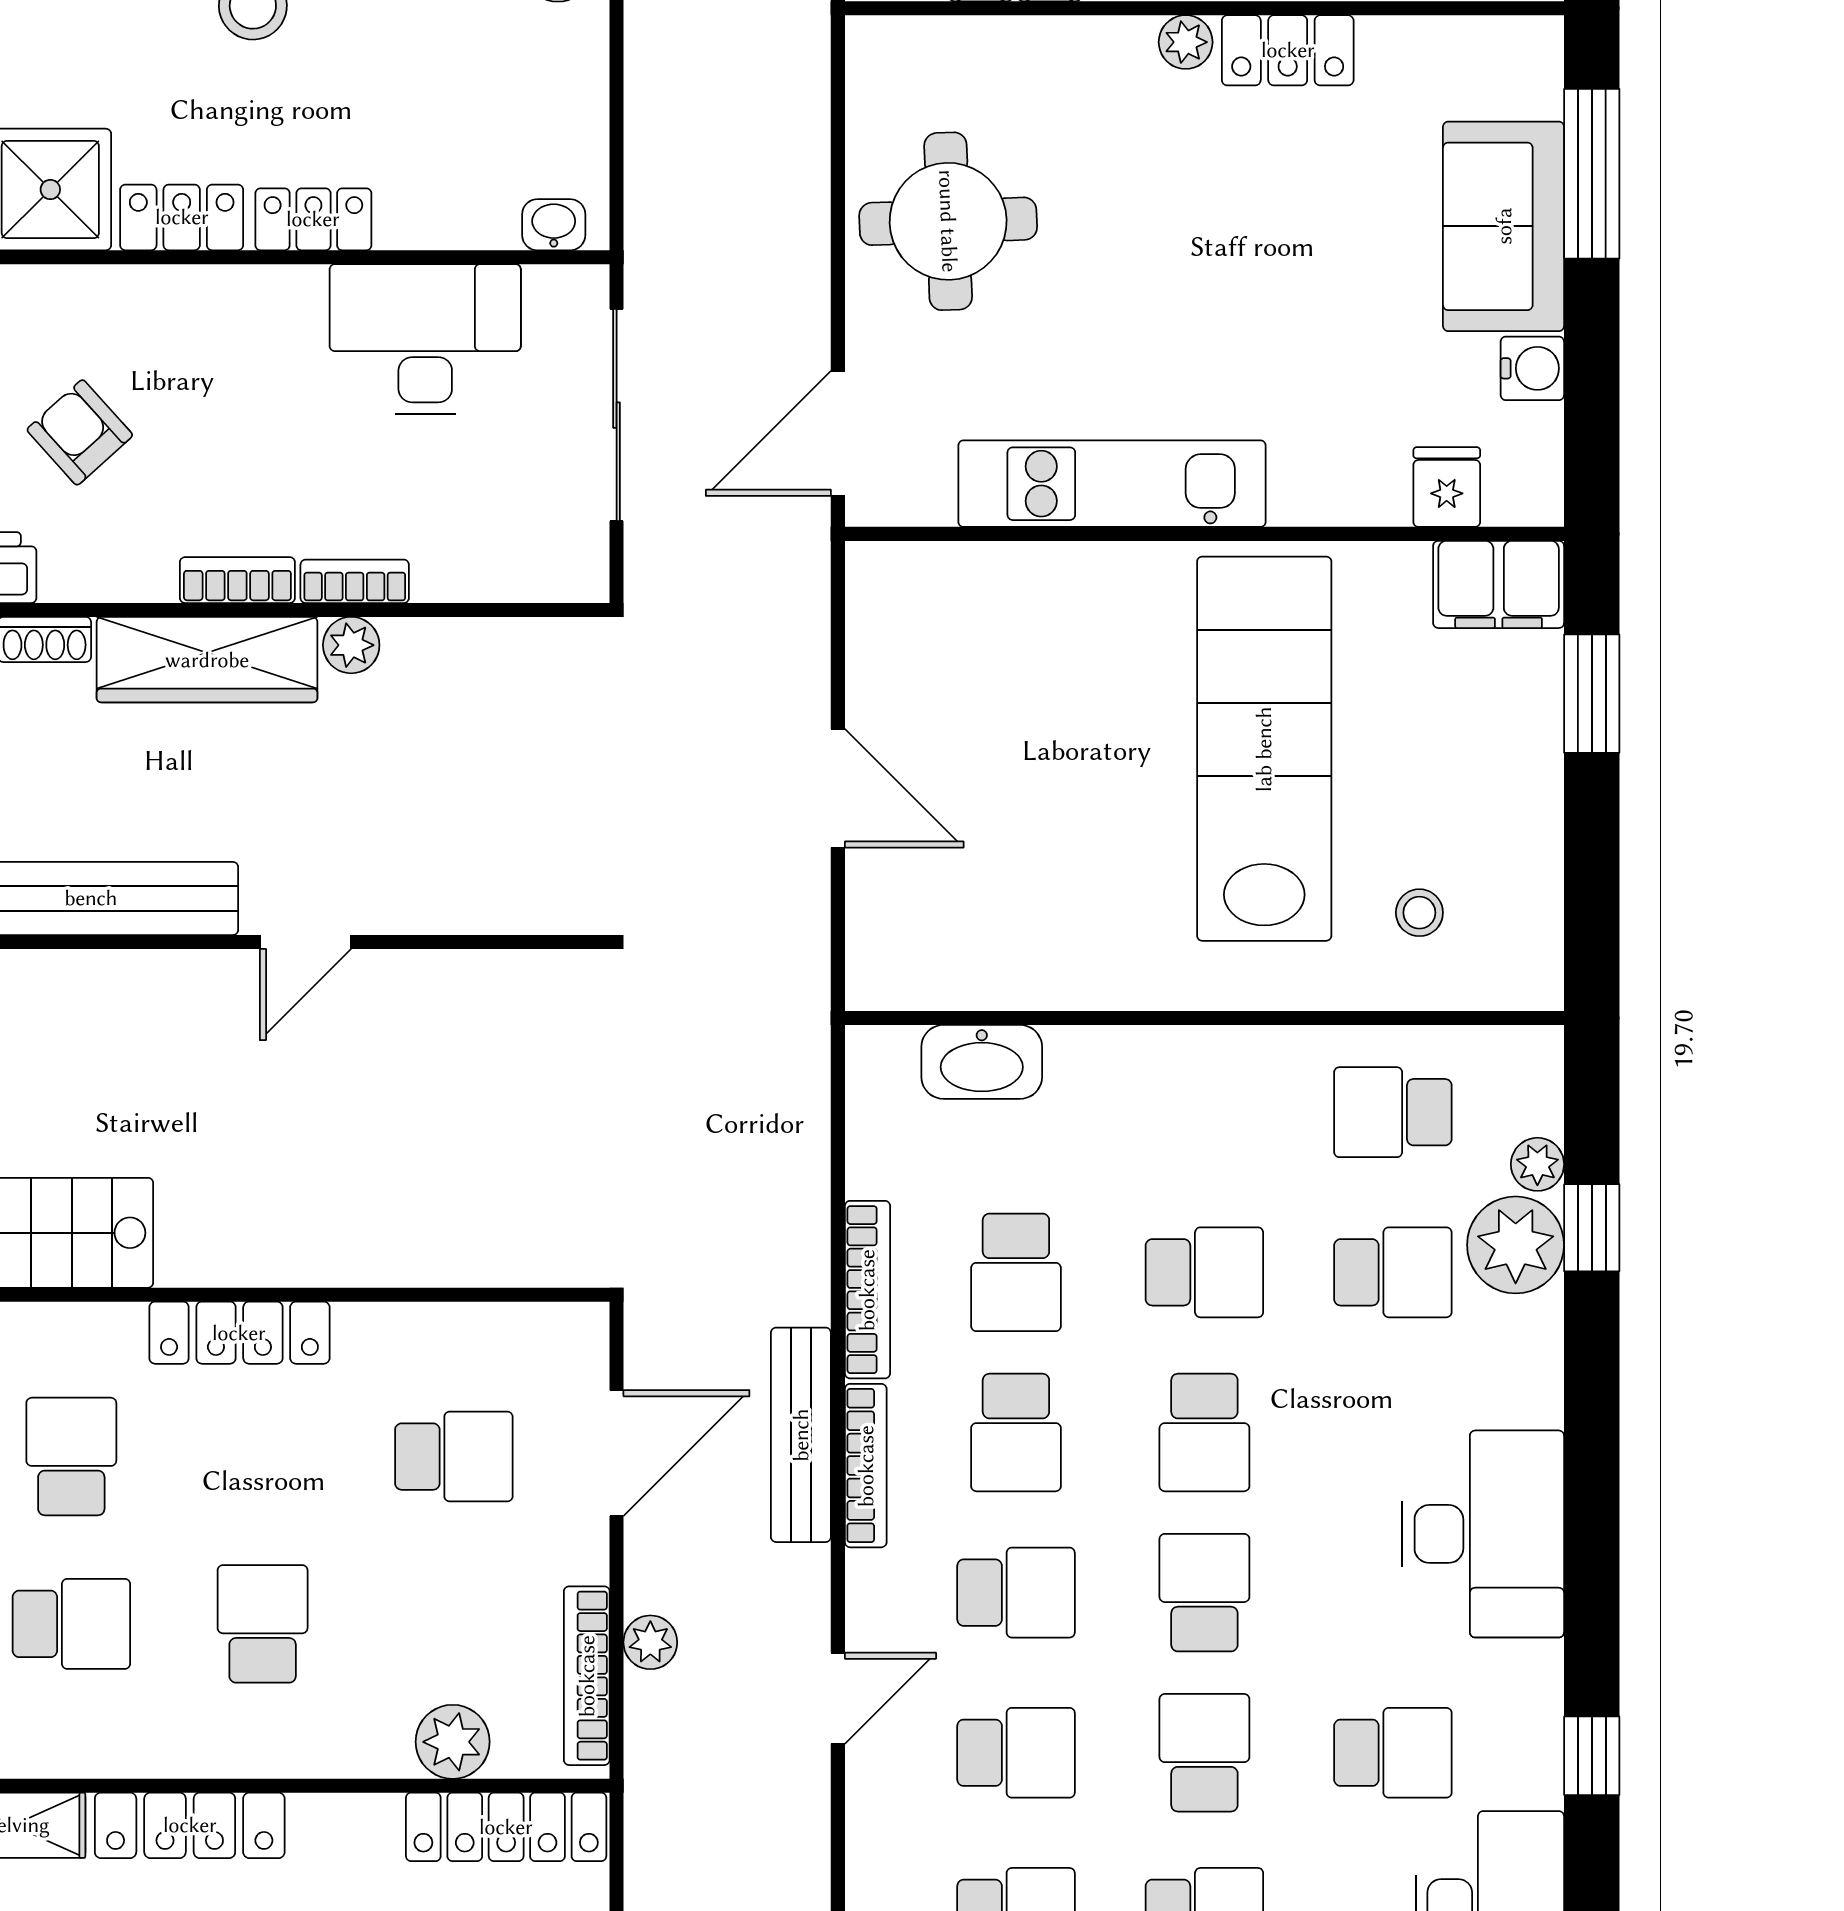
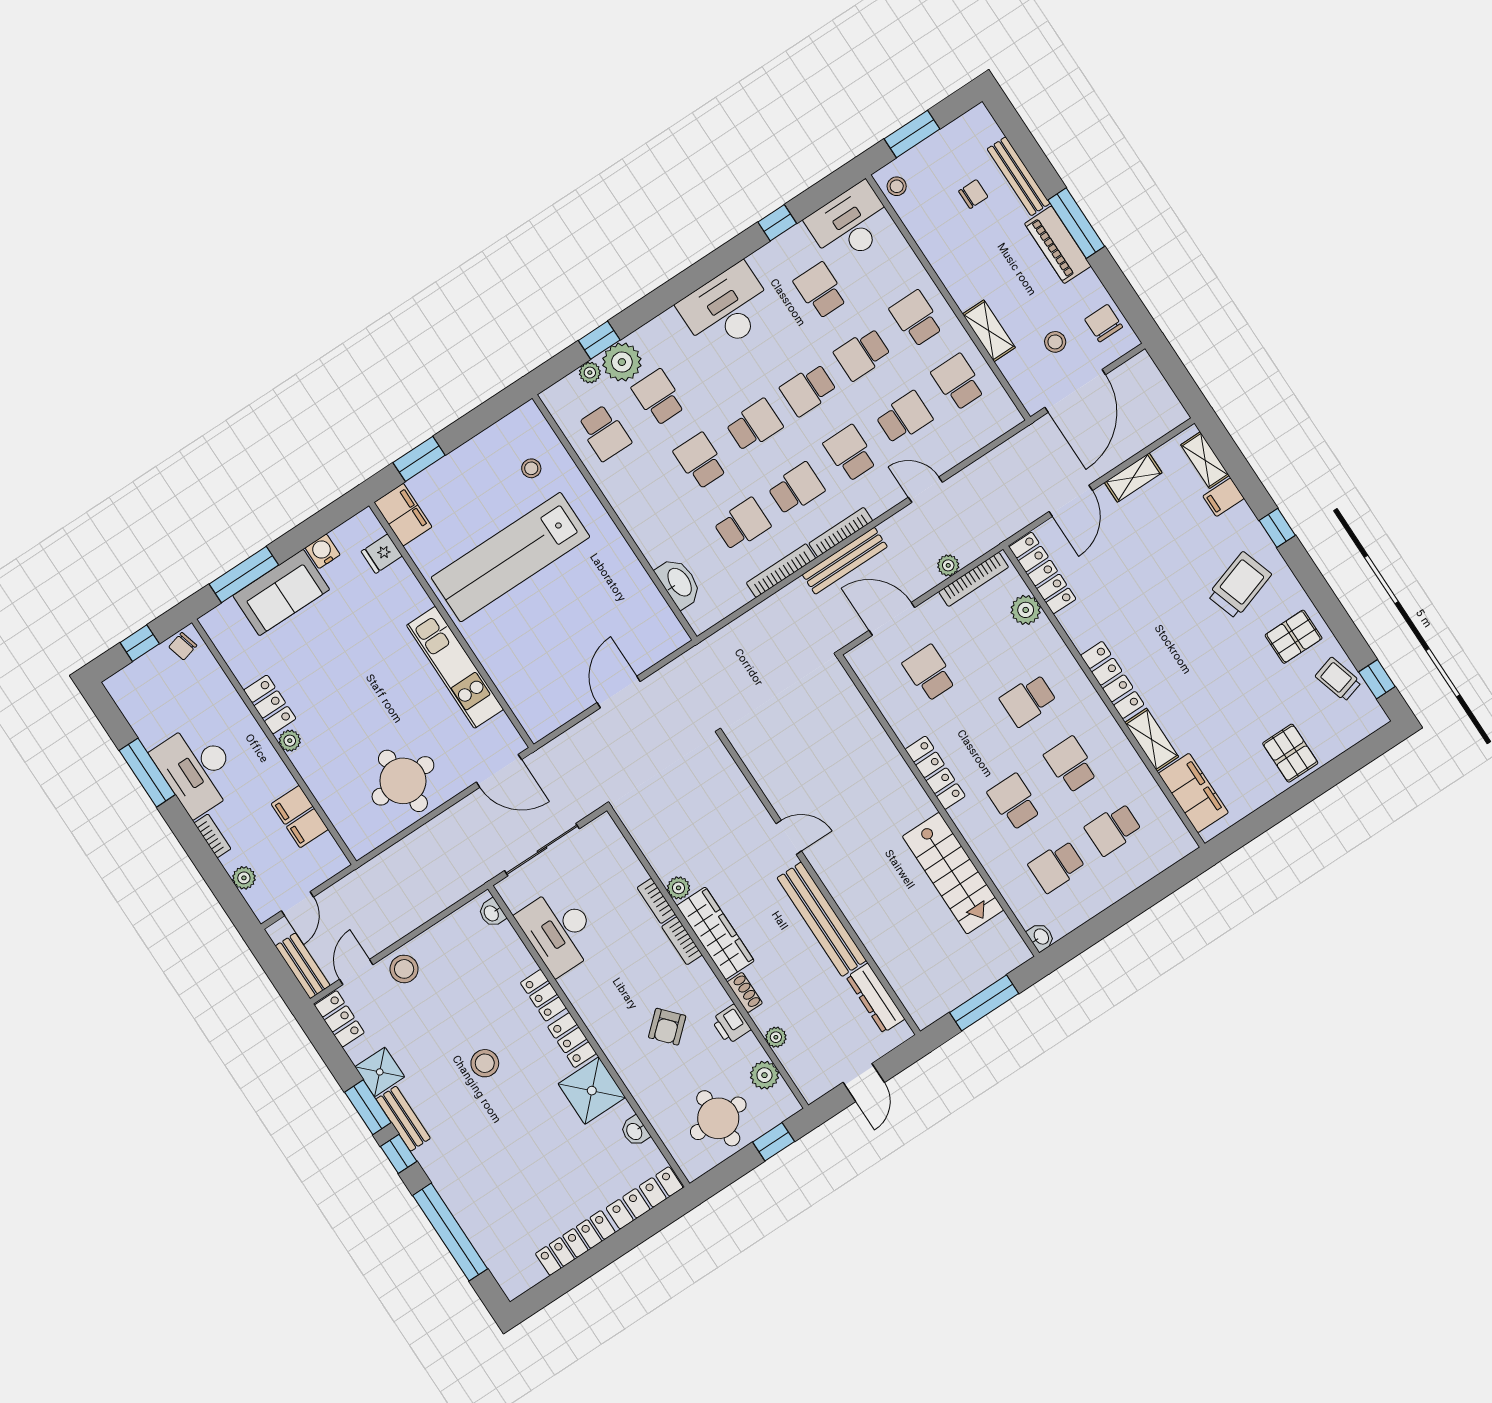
school desk: (71, 1457) -> (1014, 802), turned 90
school desk: (1016, 1753) -> (904, 418), turned 90

